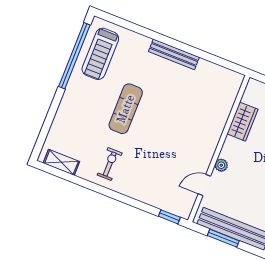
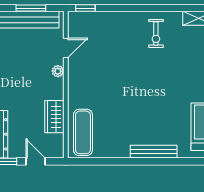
bench: (174, 54) -> (154, 152), moved
exercise mat: (126, 109) -> (83, 132), moved

